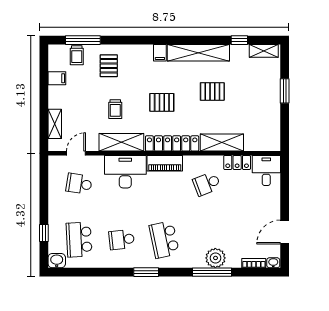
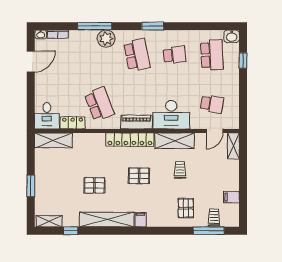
shelving: (55, 124) -> (233, 146), moved
shelving: (222, 143) -> (53, 140), moved
school desk: (207, 184) -> (99, 104), width x1.85
plant: (215, 258) -> (106, 39), moved

